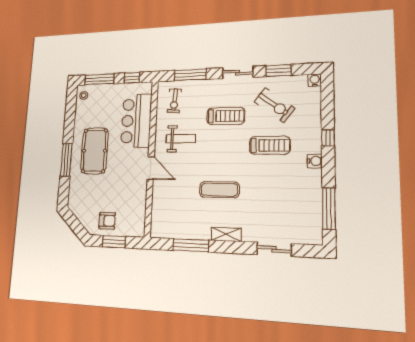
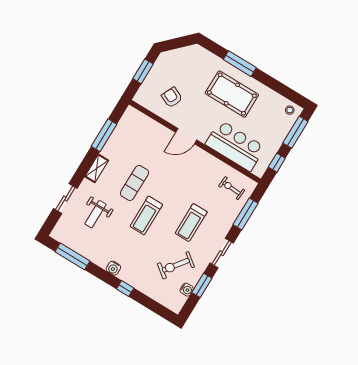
water cooler: (315, 80) -> (187, 290), moved
weight bench: (181, 139) -> (95, 214), moved
treadmill: (270, 145) -> (146, 216), moved
armchair: (107, 221) -> (172, 97), moved, turned 115

